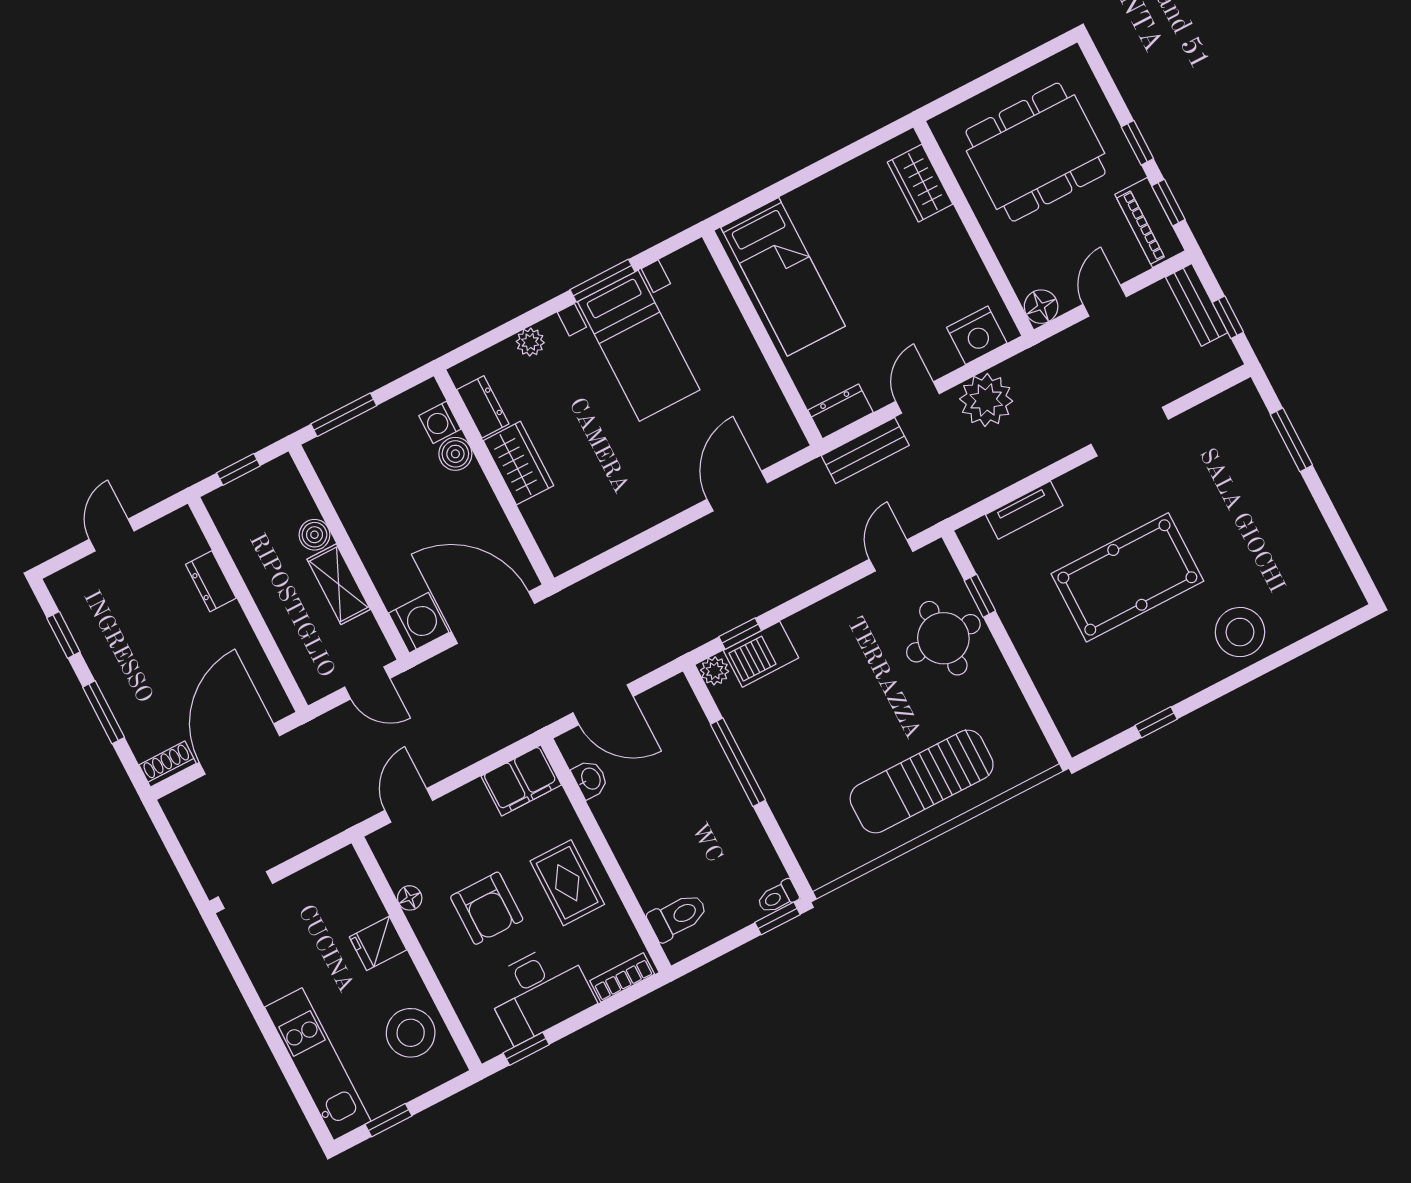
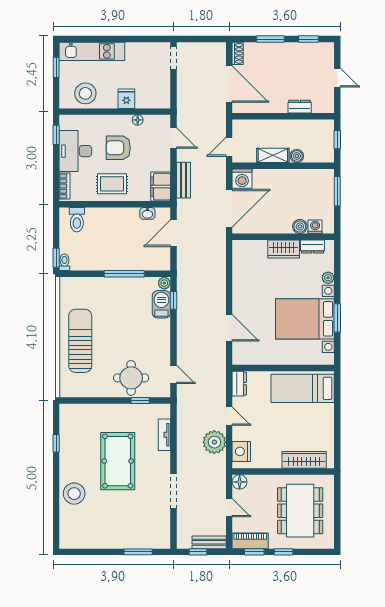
wardrobe: (920, 183) -> (304, 460), width x1.50
bed with nightstands: (639, 346) -> (305, 319), width x1.36
bench: (865, 451) -> (183, 180), moved

